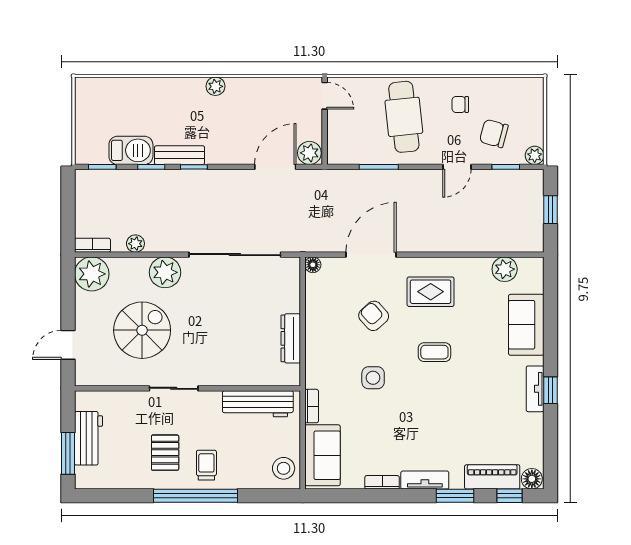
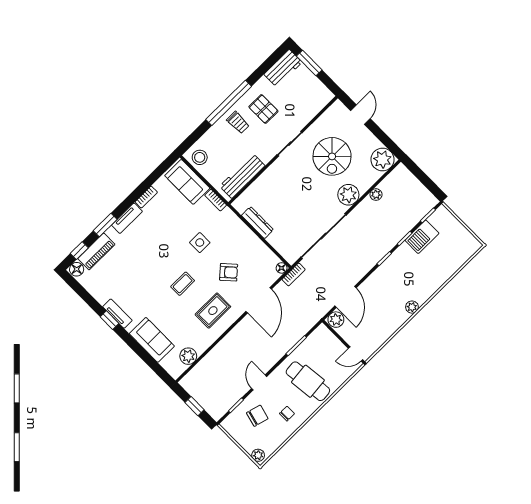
bench: (180, 155) -> (397, 257), removed
plant: (535, 155) -> (258, 455), moved
bookcase: (92, 245) -> (294, 274), moved
workbench: (89, 438) -> (283, 68), moved, turned -90

